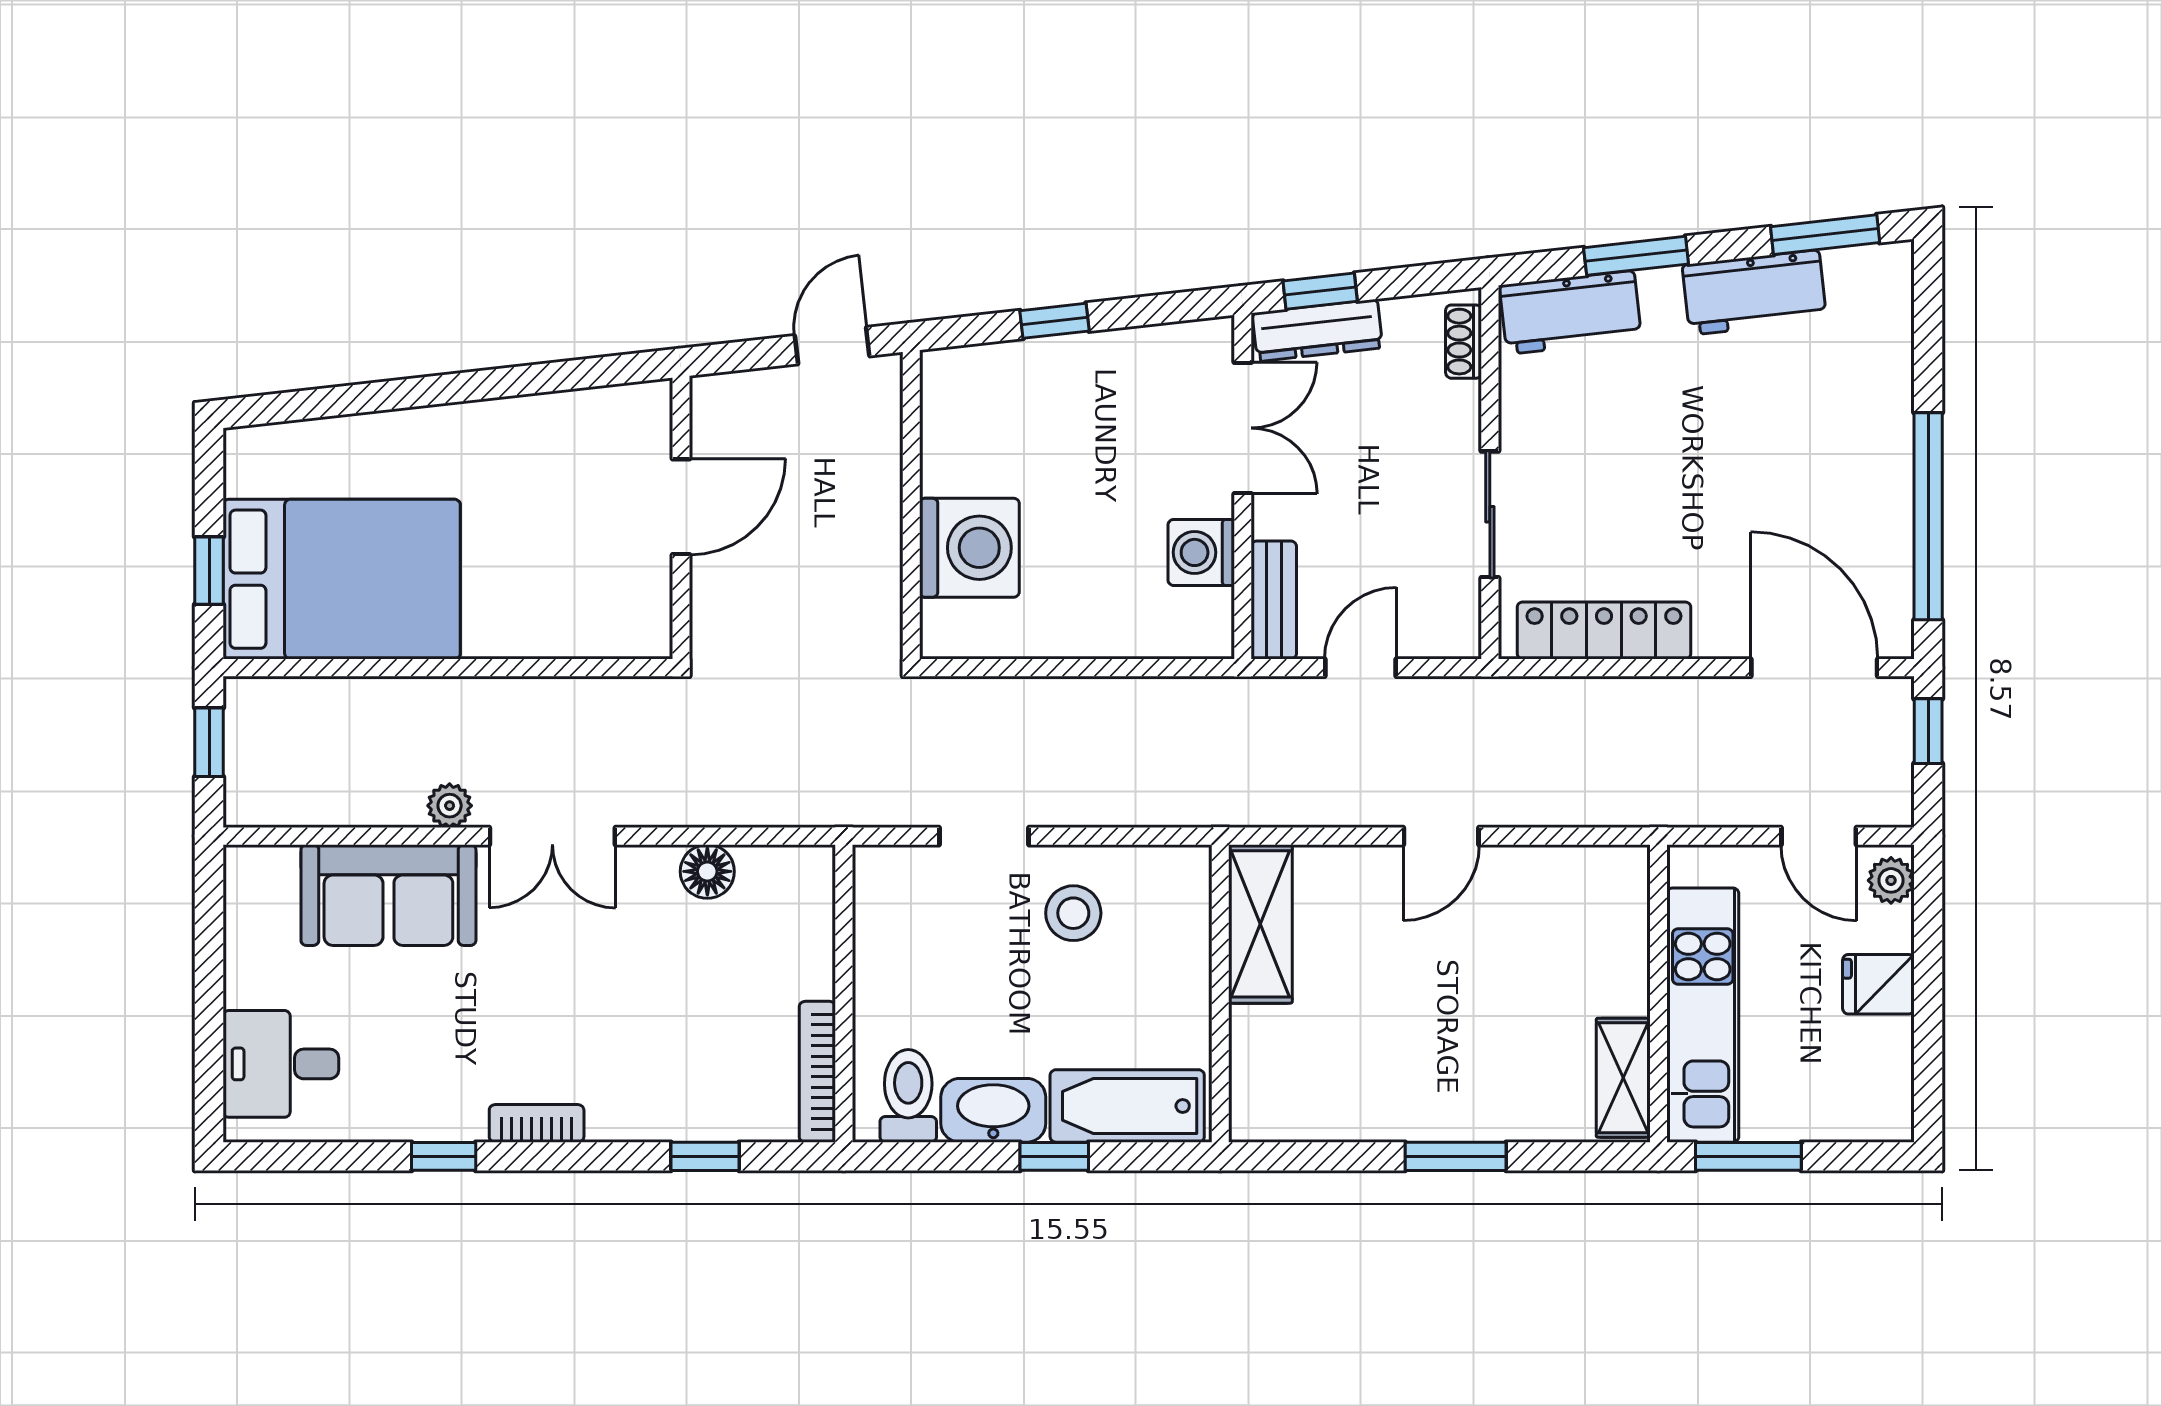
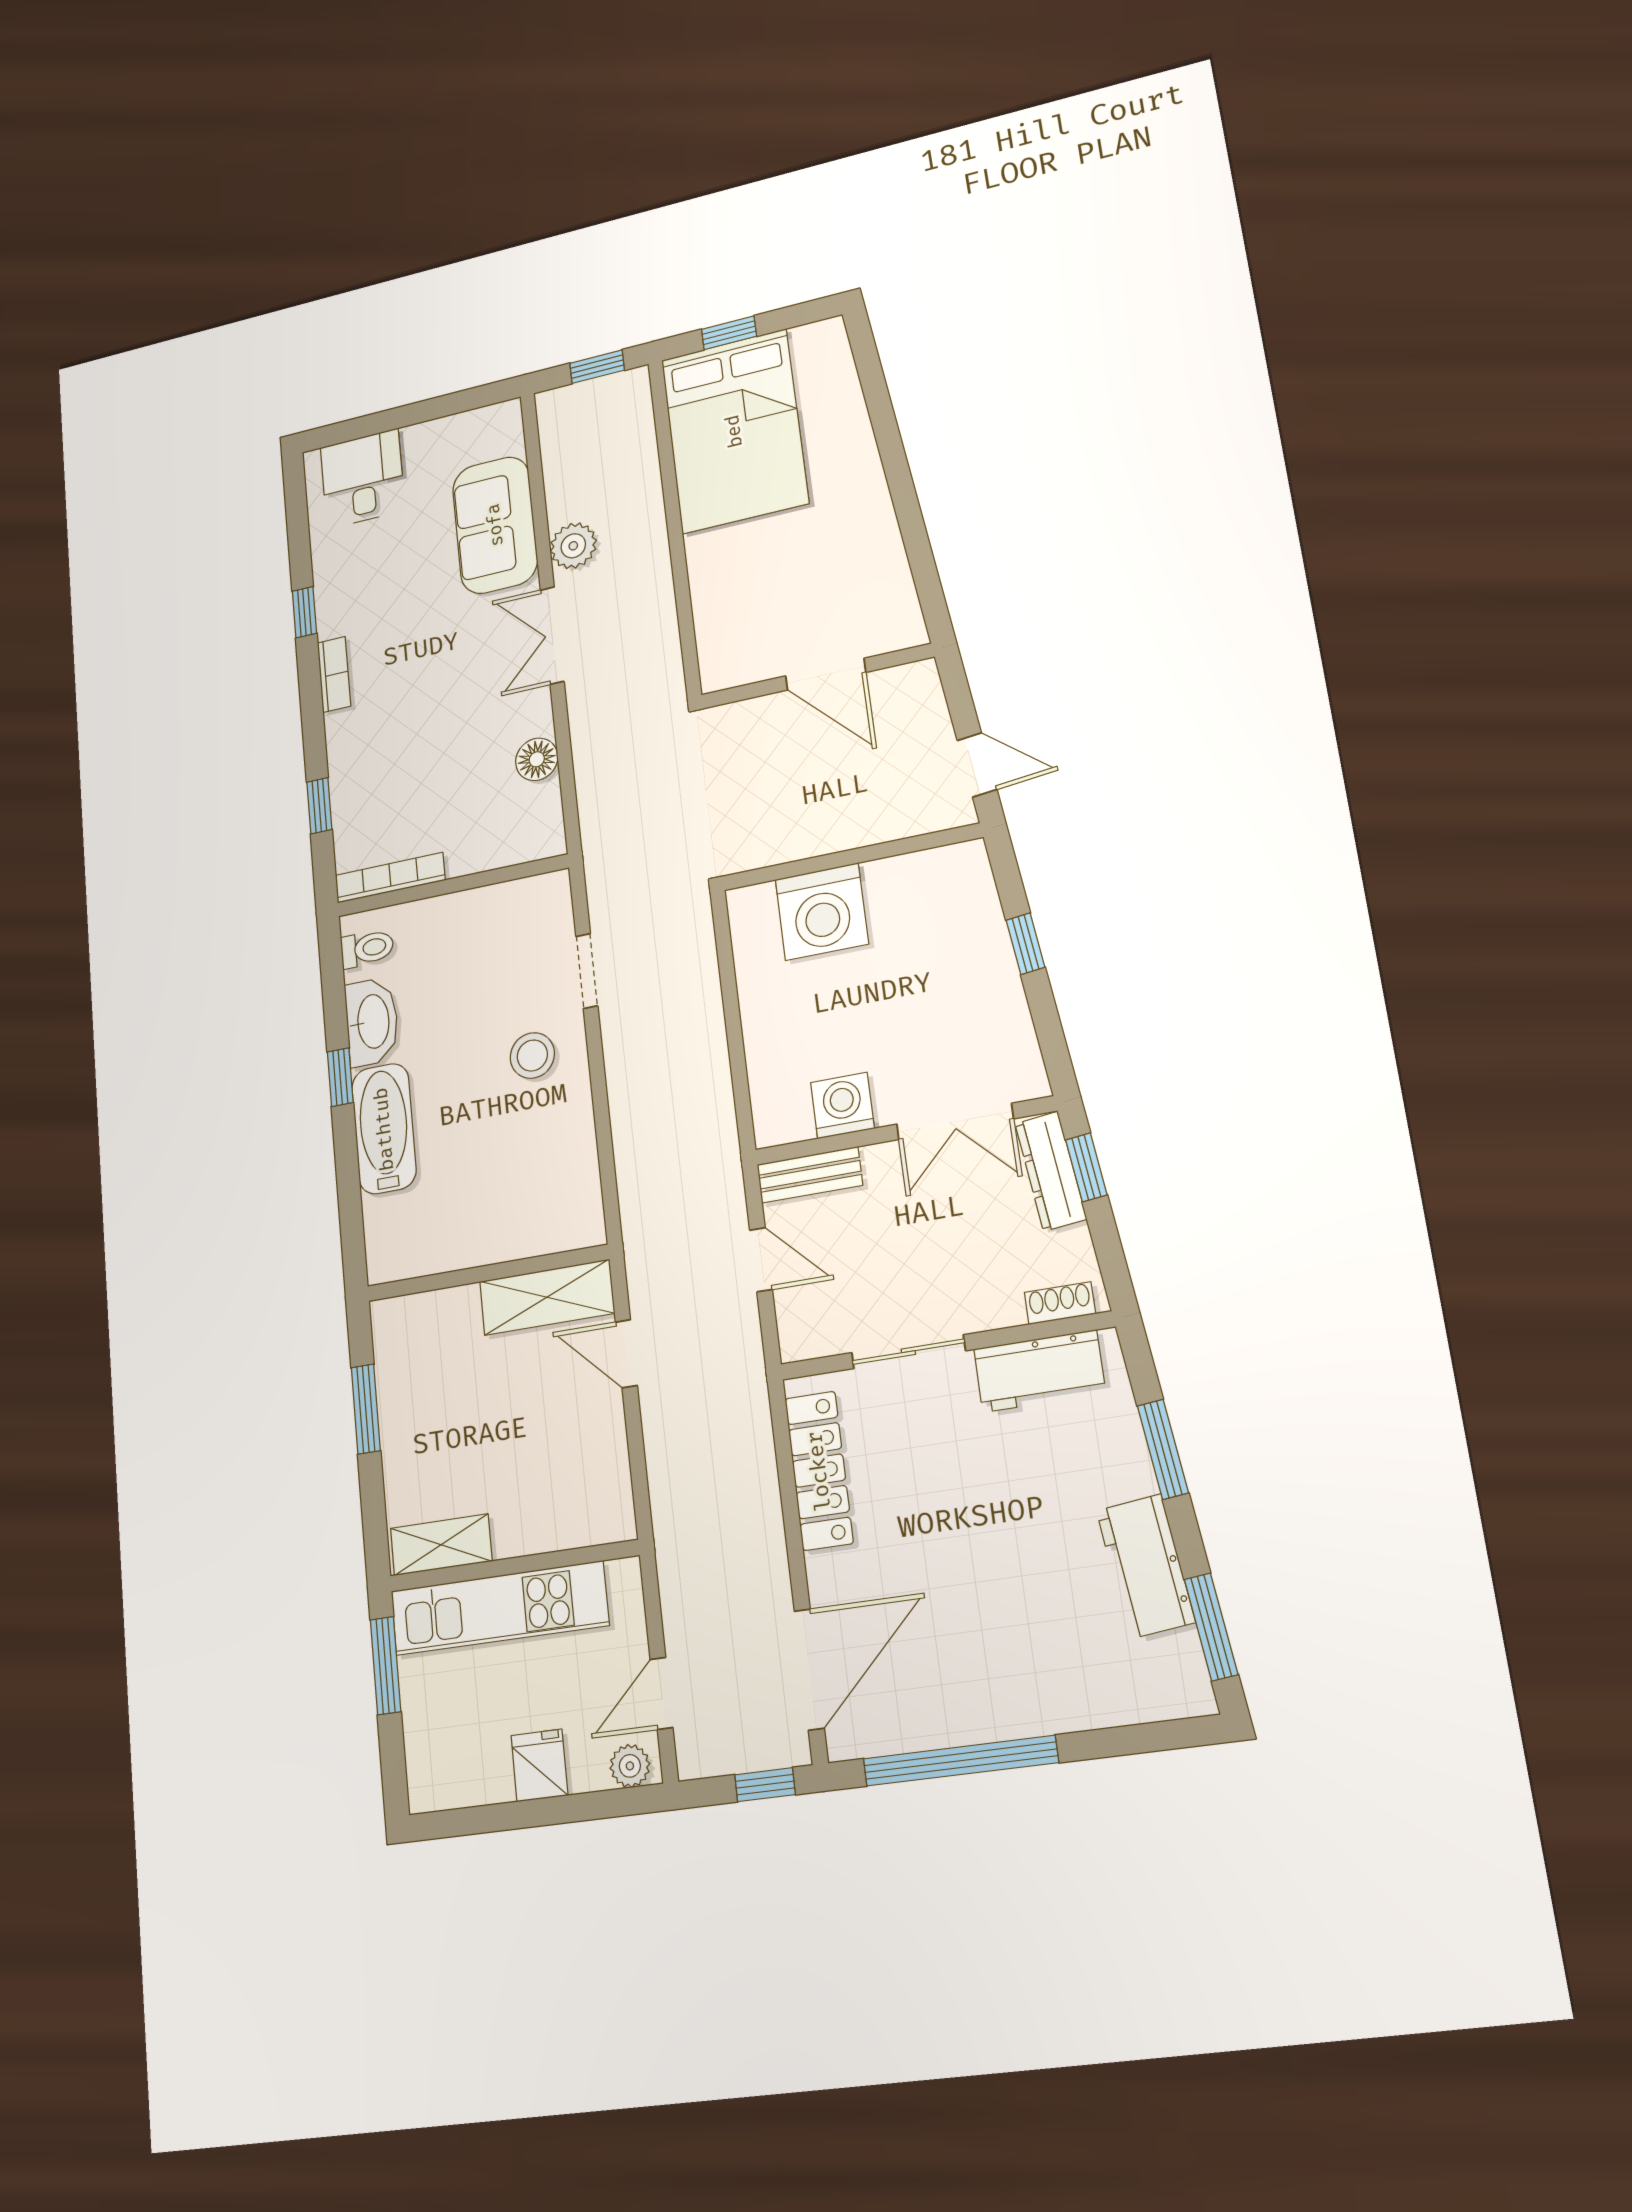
workbench: (1570, 312) -> (1039, 1371), moved, turned -84
plant: (450, 806) -> (573, 546), width x1.38, depth x1.38
shelving: (1260, 924) -> (547, 1297), moved
wall: (1220, 993) -> (487, 1273), moved
toilet: (908, 1096) -> (367, 948), width x0.73, depth x0.72

